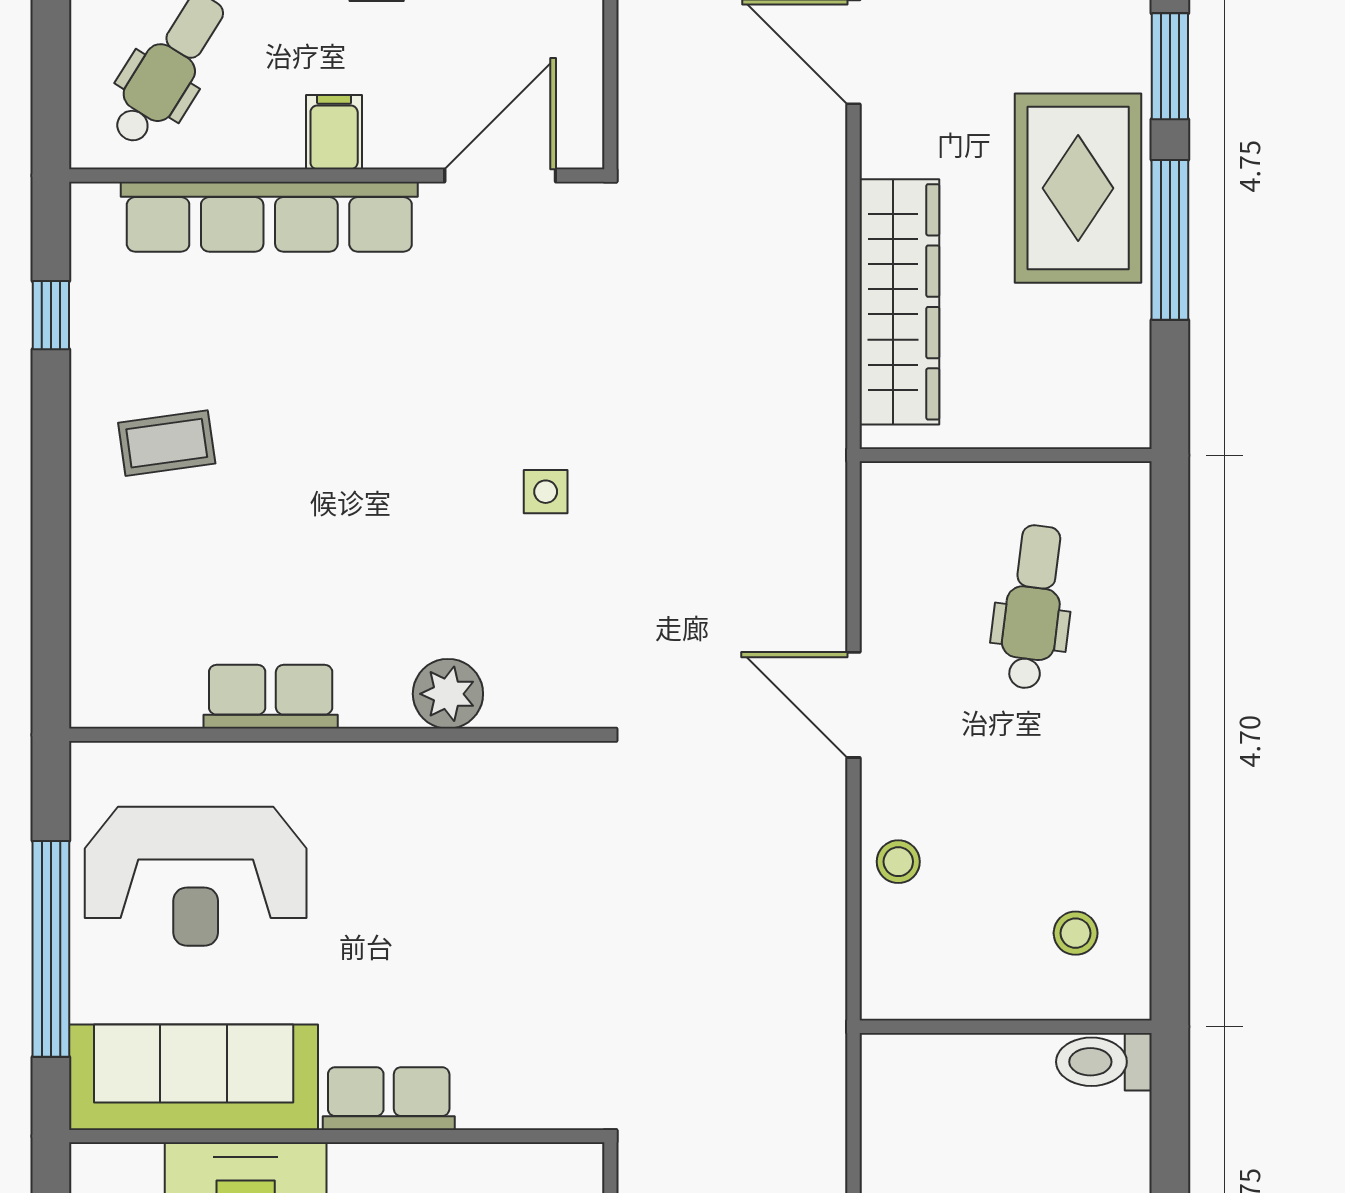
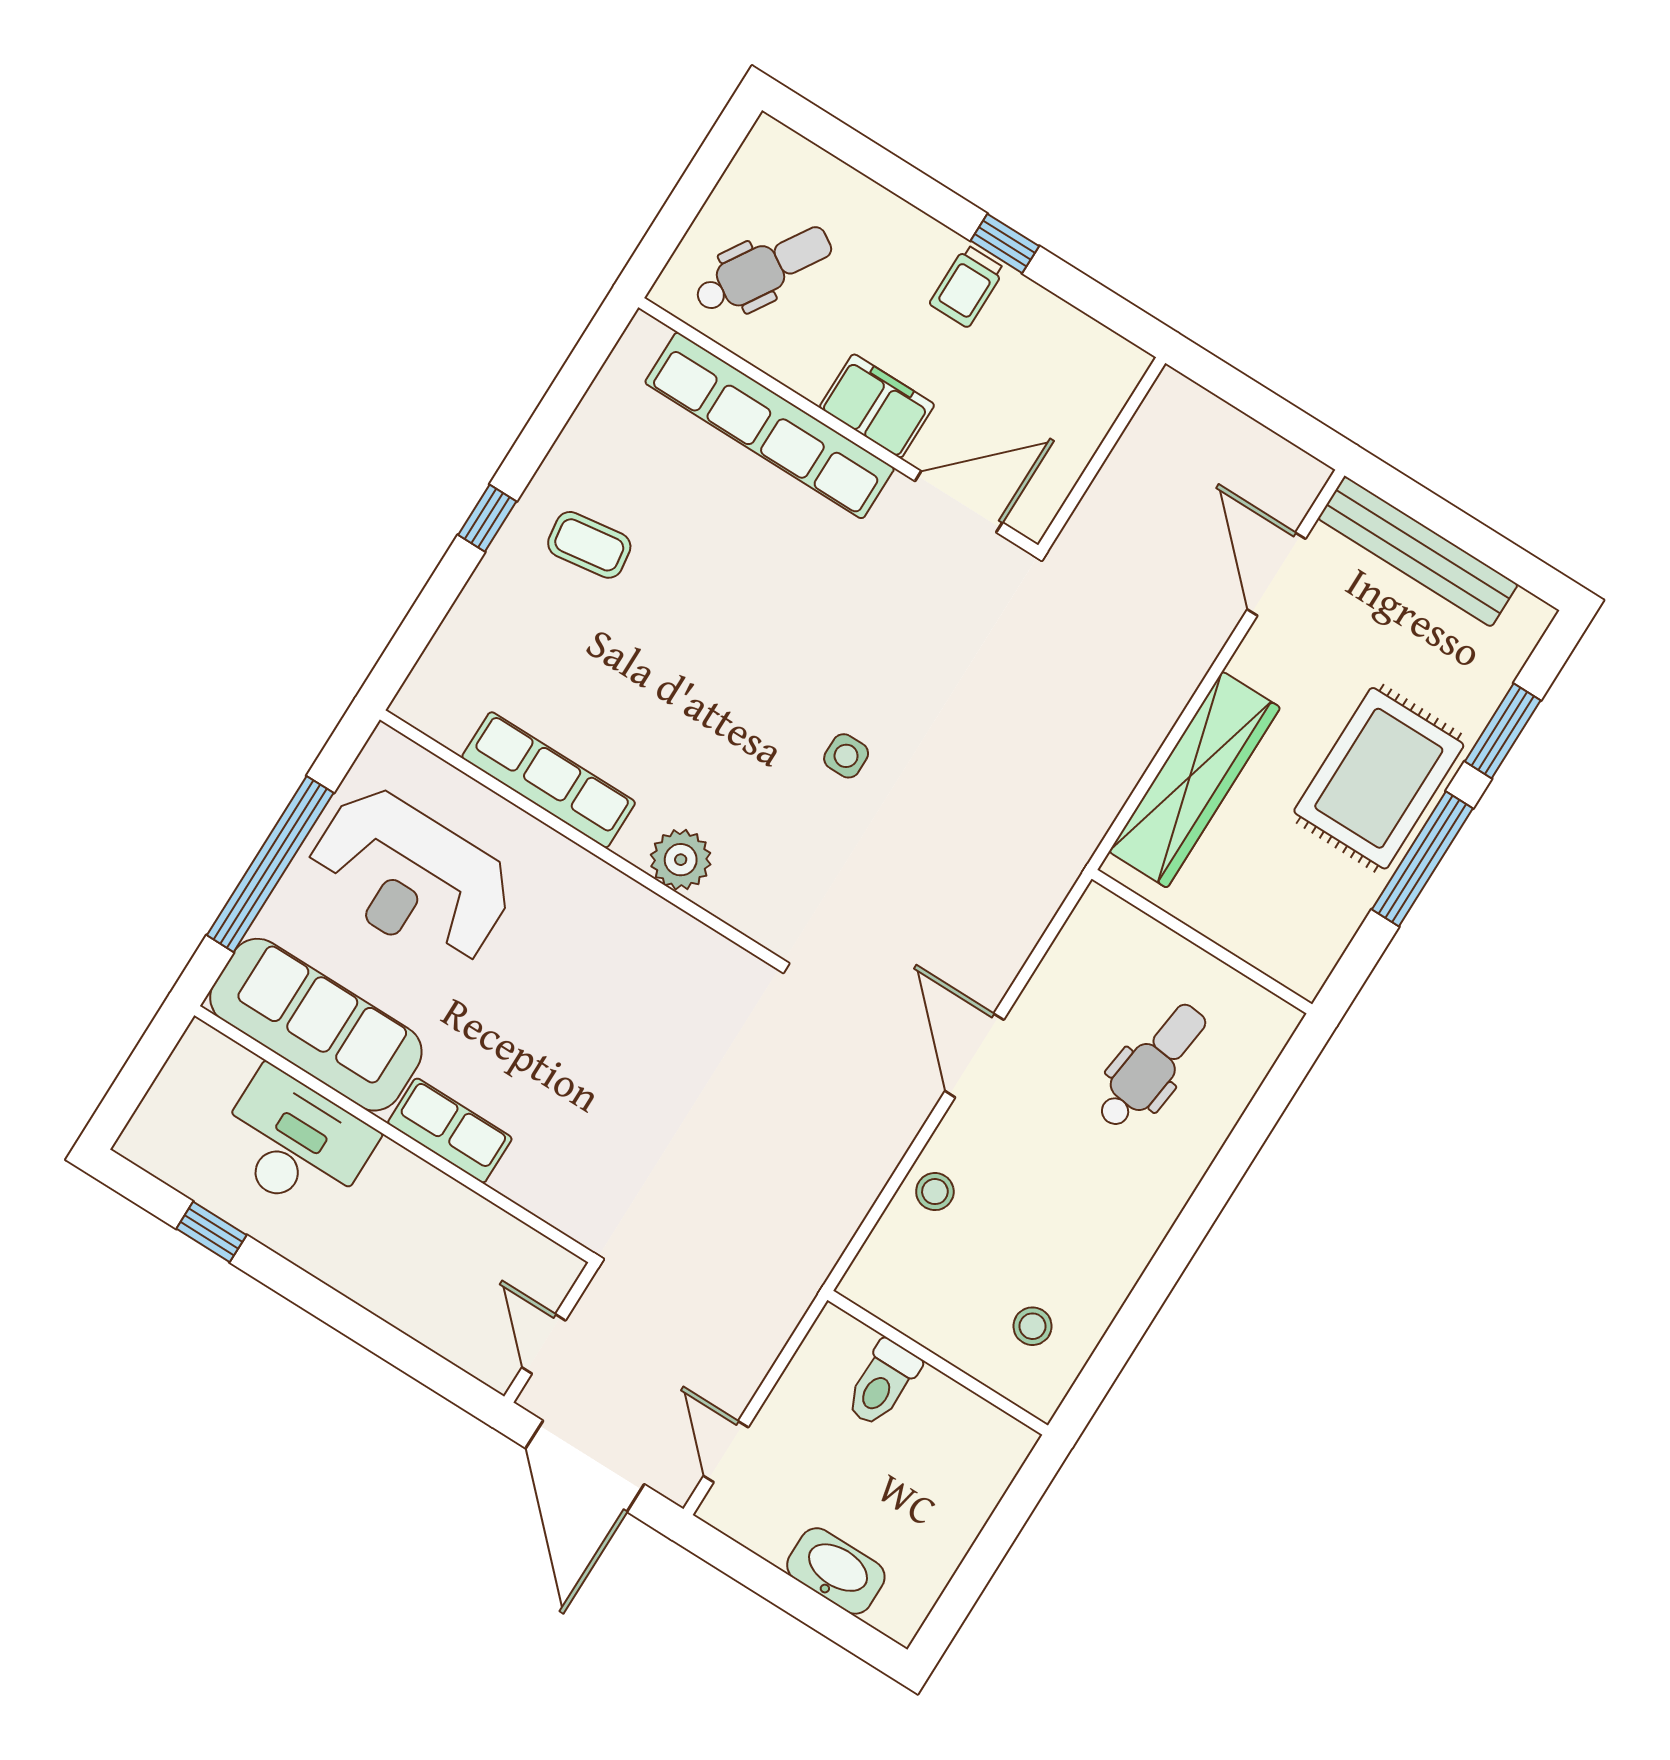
filing cabinet: (334, 132) -> (877, 406), width x2.00
window: (51, 315) -> (487, 518), moved
row of seats: (271, 697) -> (549, 780), width x1.48
toilet: (1104, 1062) -> (882, 1383), moved, turned -90

